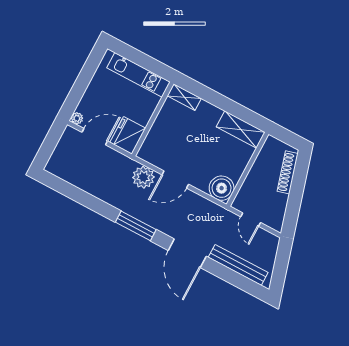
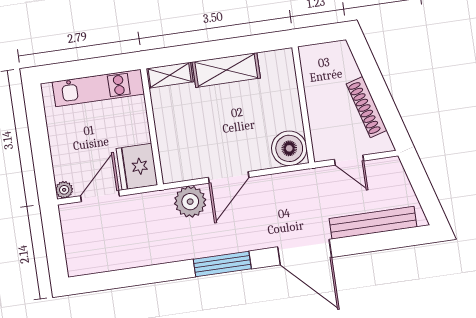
shelving: (241, 130) -> (226, 70), moved
shoe rack: (288, 172) -> (367, 107), moved

